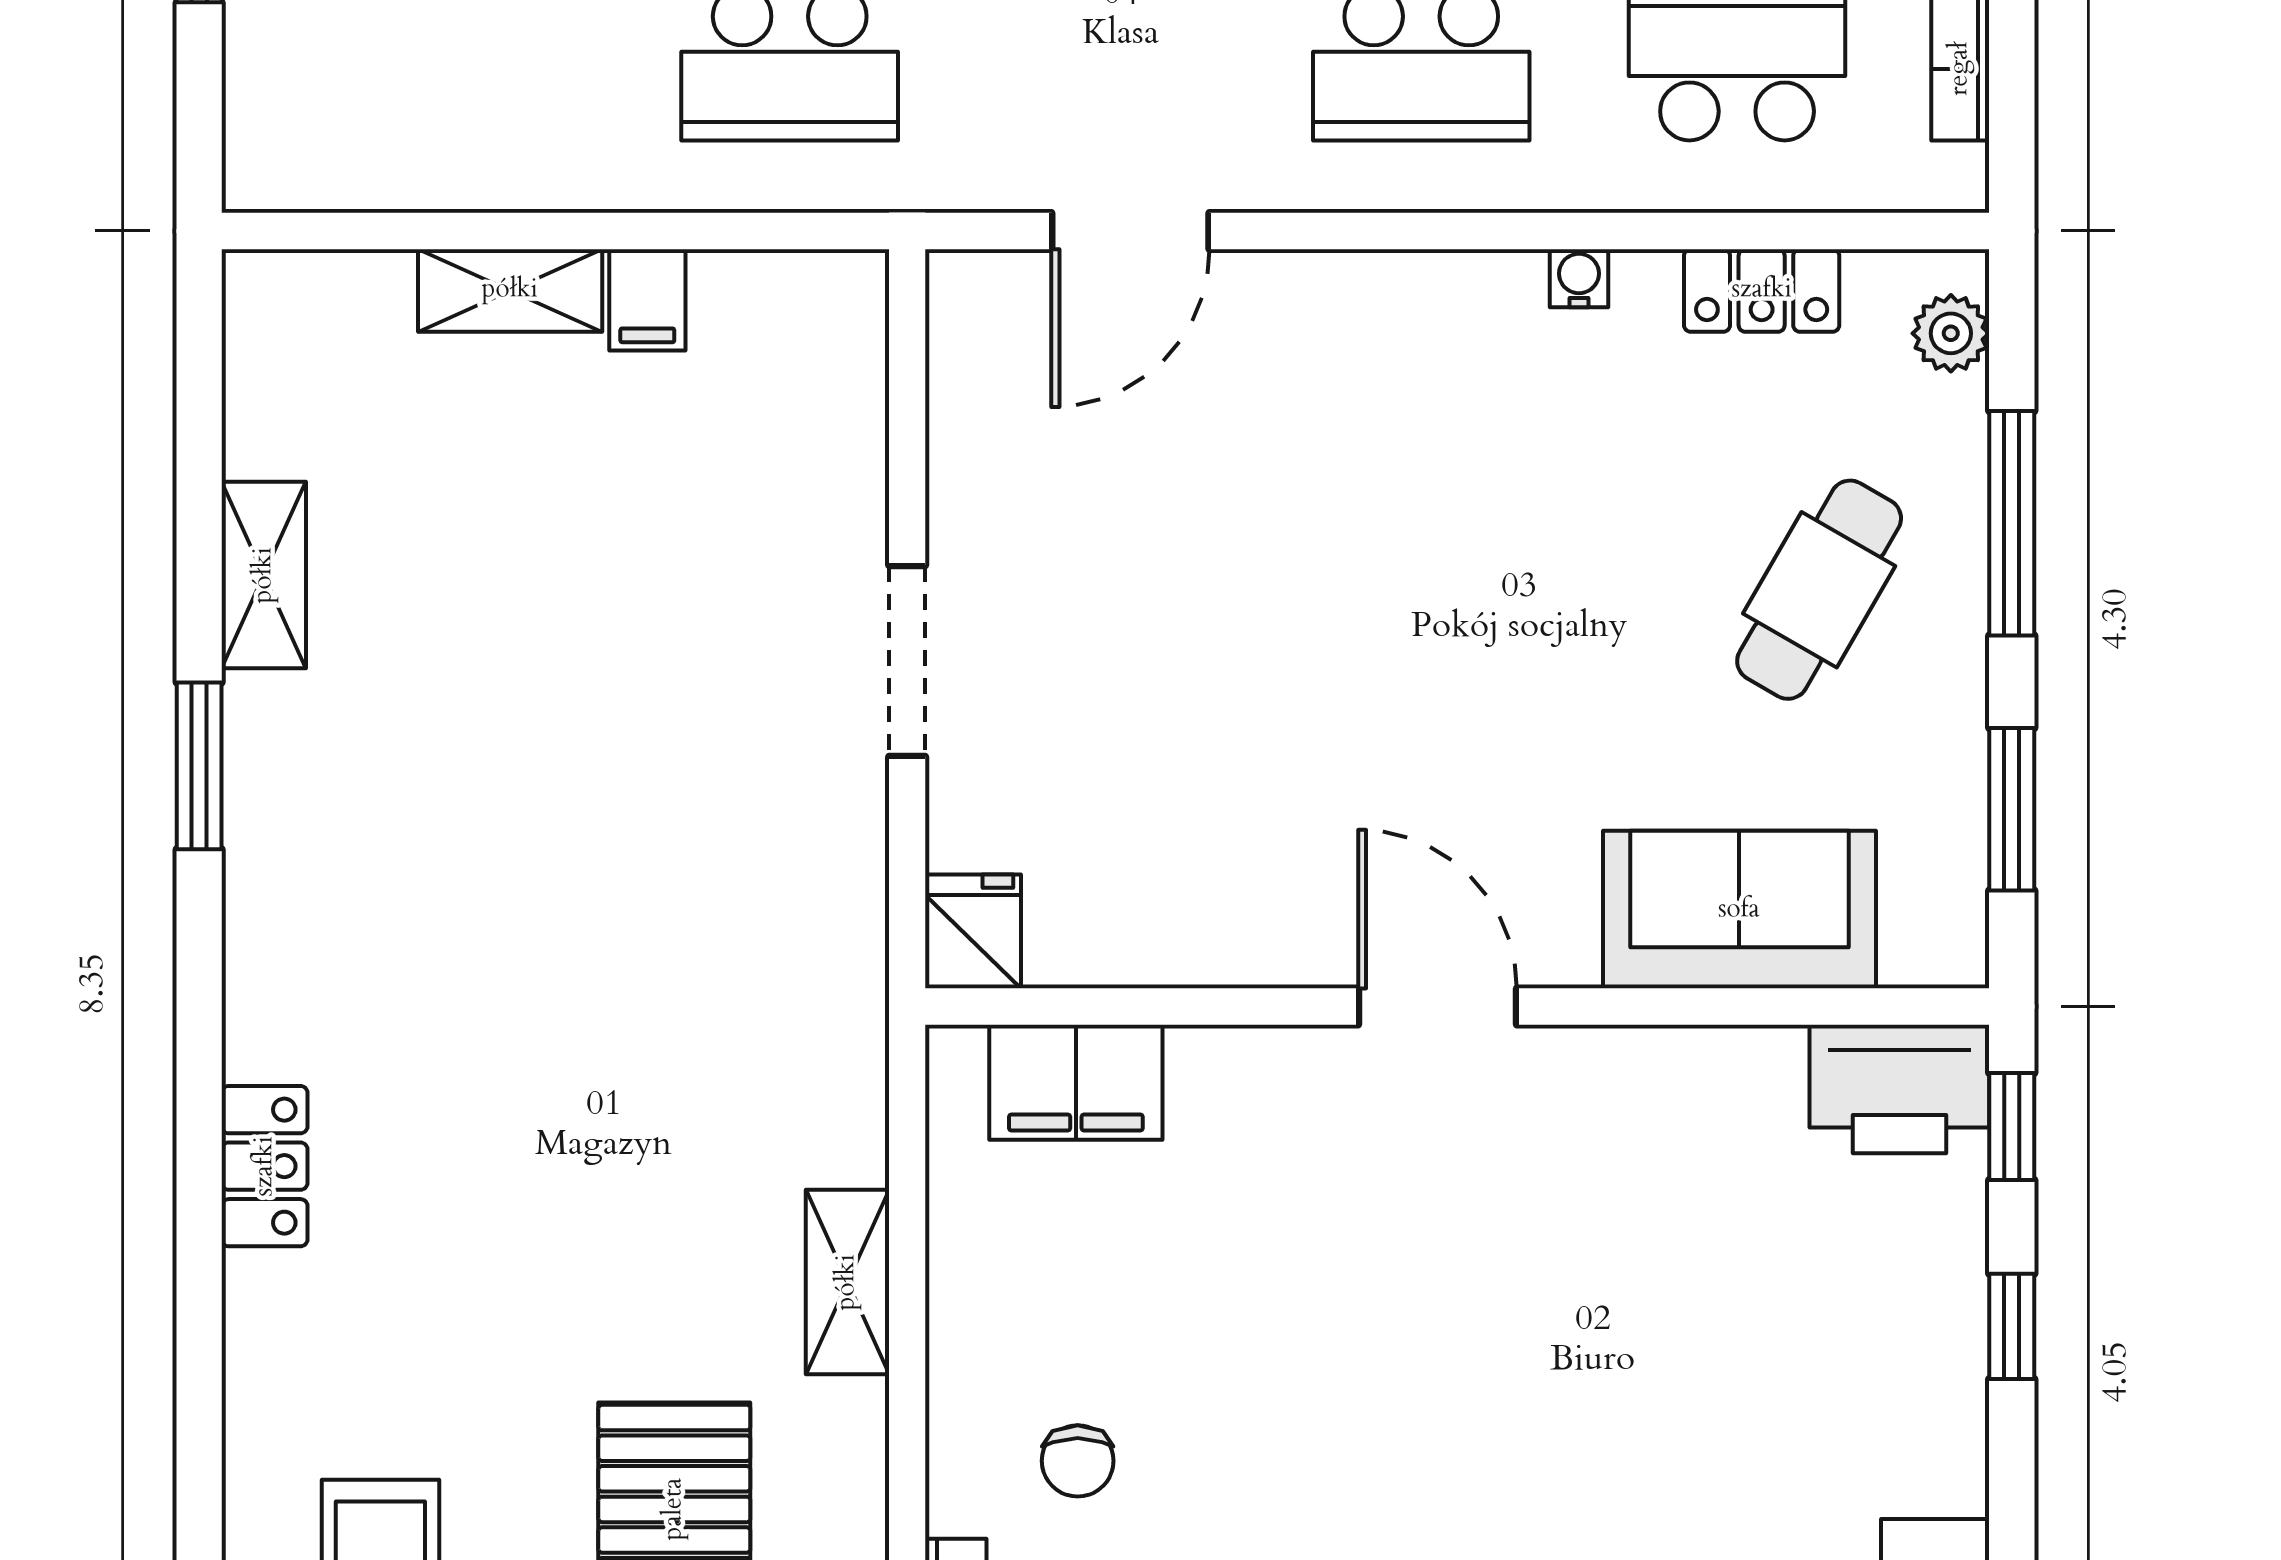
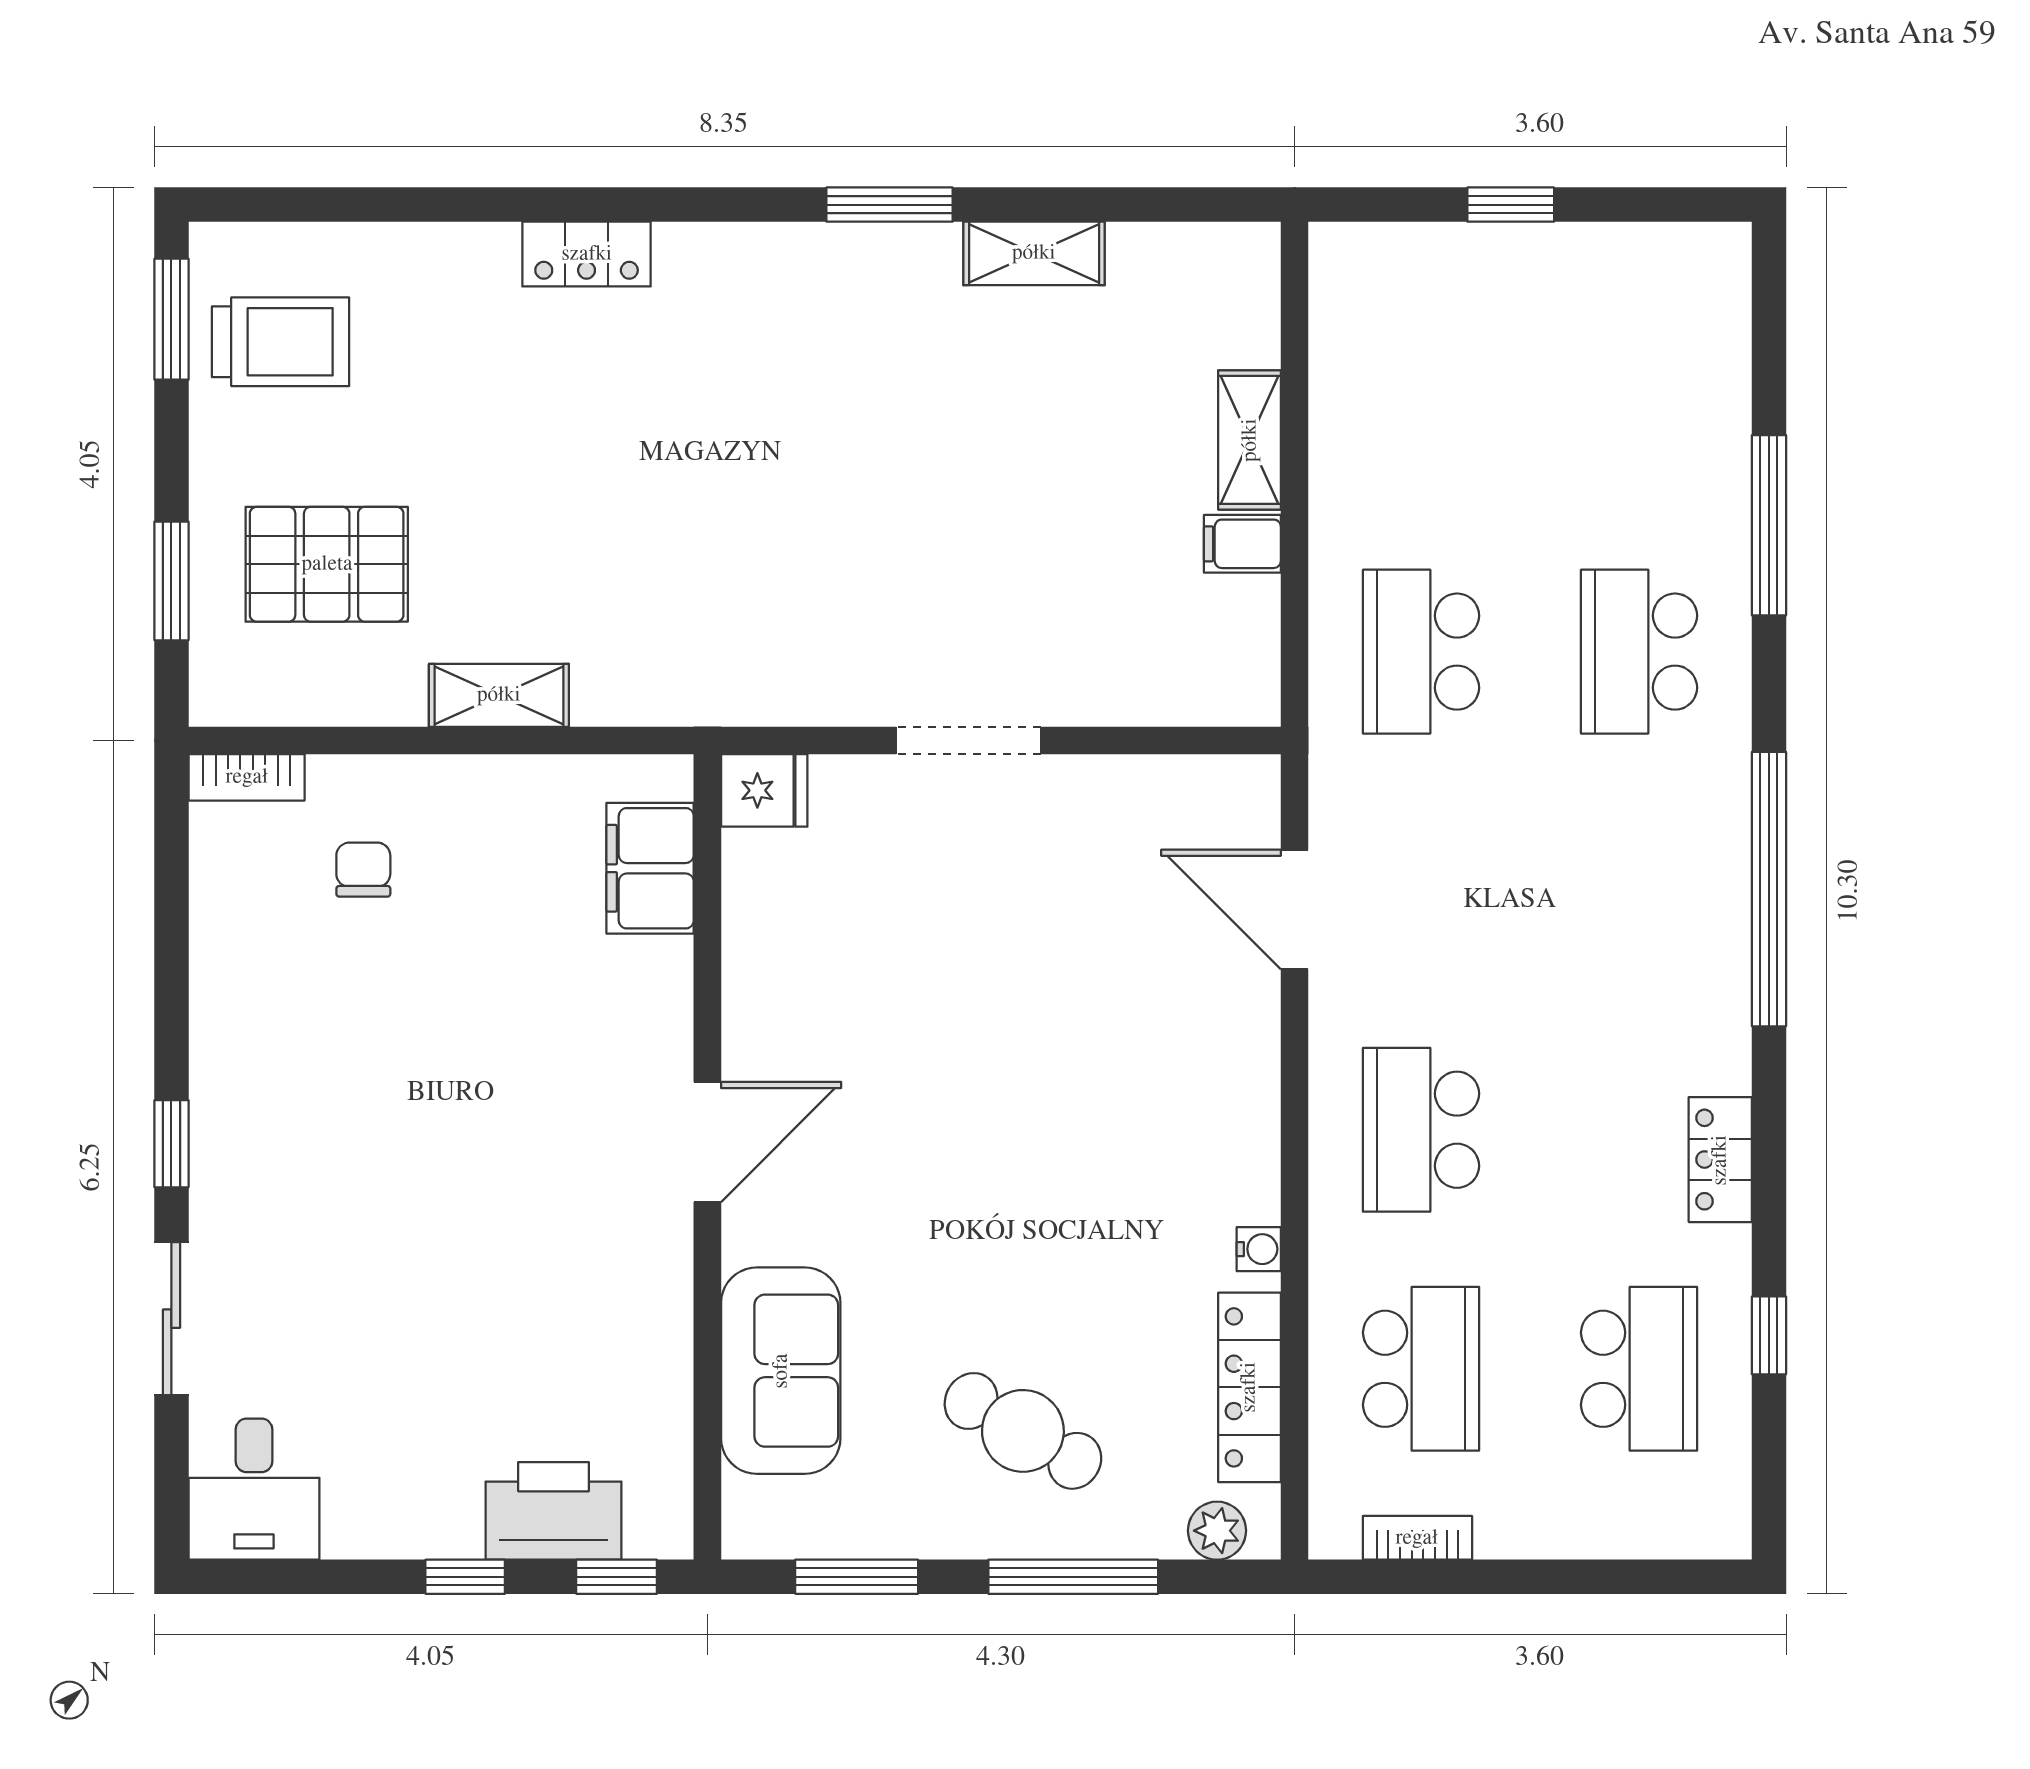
locker: (1762, 290) -> (1249, 1387), width x1.53
printer: (1899, 1089) -> (553, 1511), moved, turned 90
chair: (1078, 1461) -> (363, 870), turned 90

